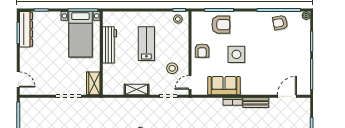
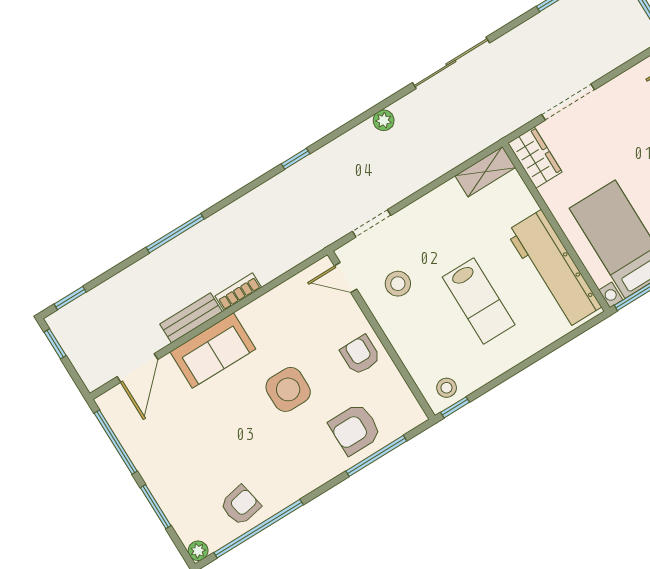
workbench: (109, 45) -> (554, 269), width x1.36, depth x1.32
door: (190, 82) -> (346, 277), swing flipped
sofa: (224, 86) -> (213, 350), moved
shelving: (137, 90) -> (485, 172), moved

